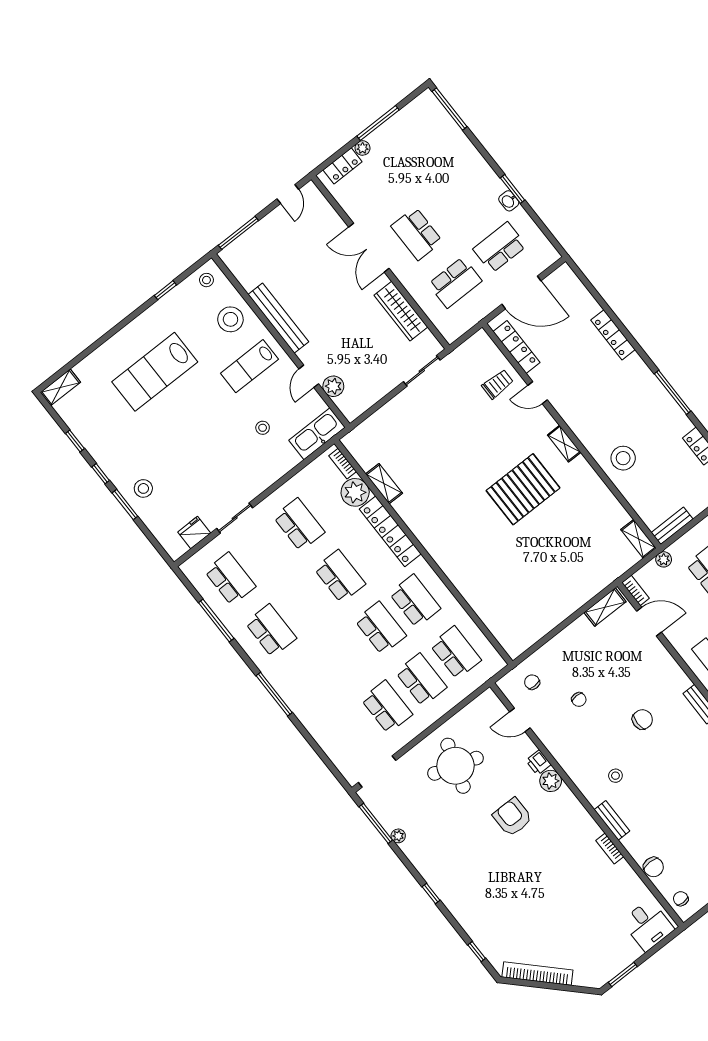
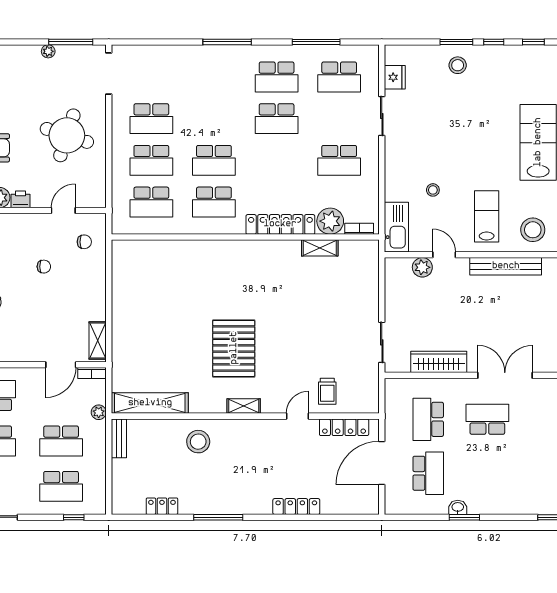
shelving: (638, 539) -> (150, 403), width x2.20, depth x1.33
school desk: (340, 576) -> (277, 119), moved
chair: (579, 699) -> (44, 267), turned 180

